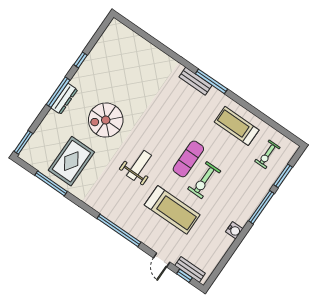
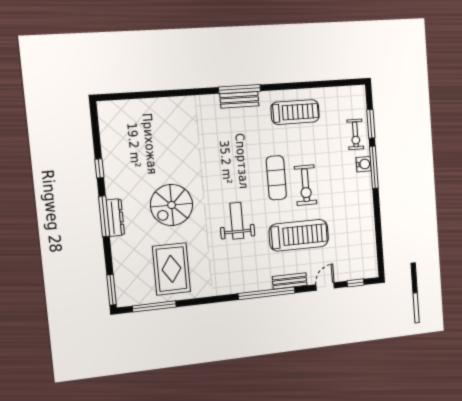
bench: (195, 81) -> (239, 100), moved
treadmill: (237, 126) -> (295, 112), turned 180
exercise bike: (267, 154) -> (355, 134), moved
window: (51, 183) -> (154, 306), moved
water cooler: (234, 230) -> (364, 164), moved
door: (162, 260) -> (325, 286), swing flipped
bench: (190, 269) -> (290, 281), moved

